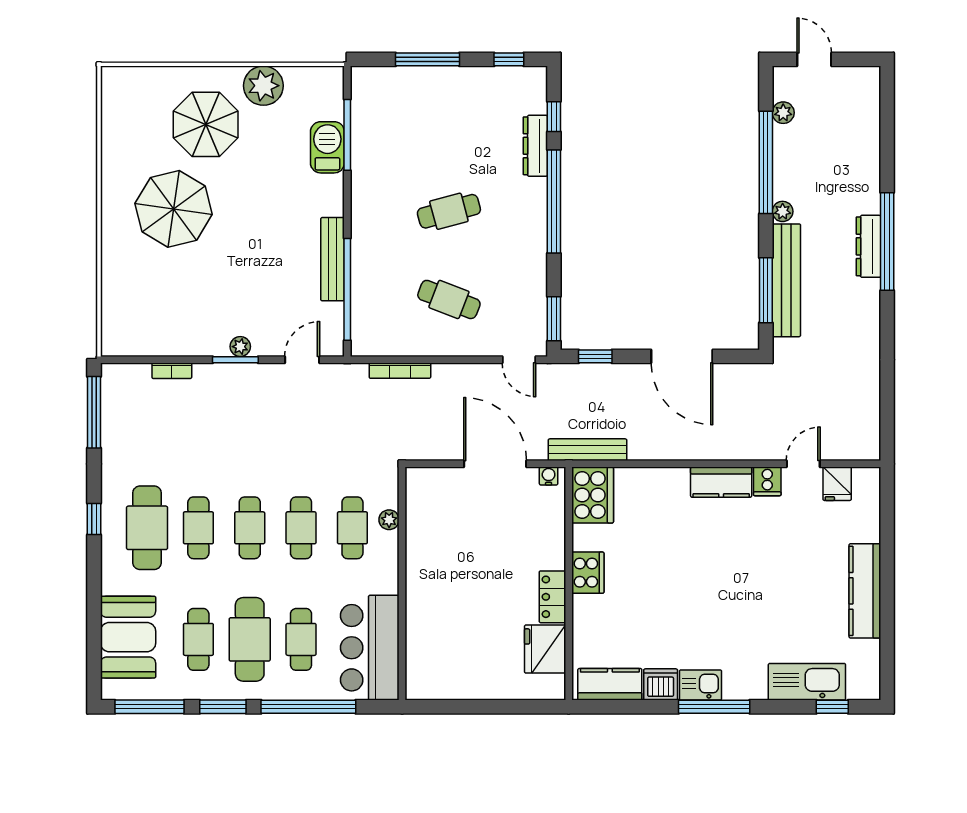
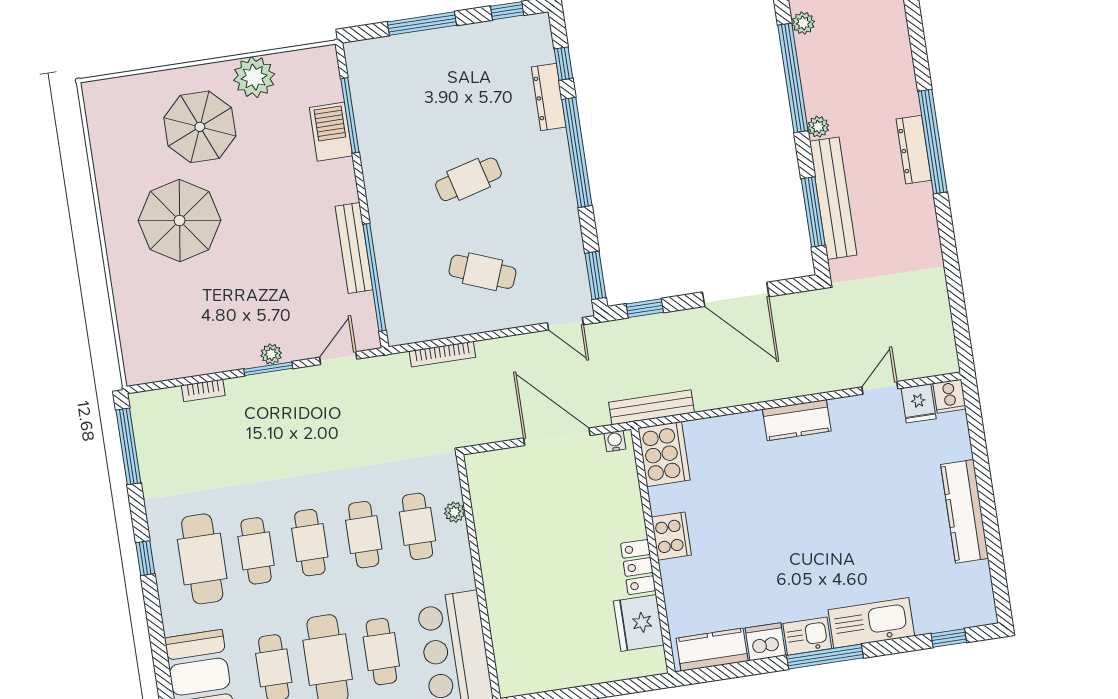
cooker: (767, 481) -> (949, 396), moved
kitchen sink: (807, 682) -> (871, 623), moved

